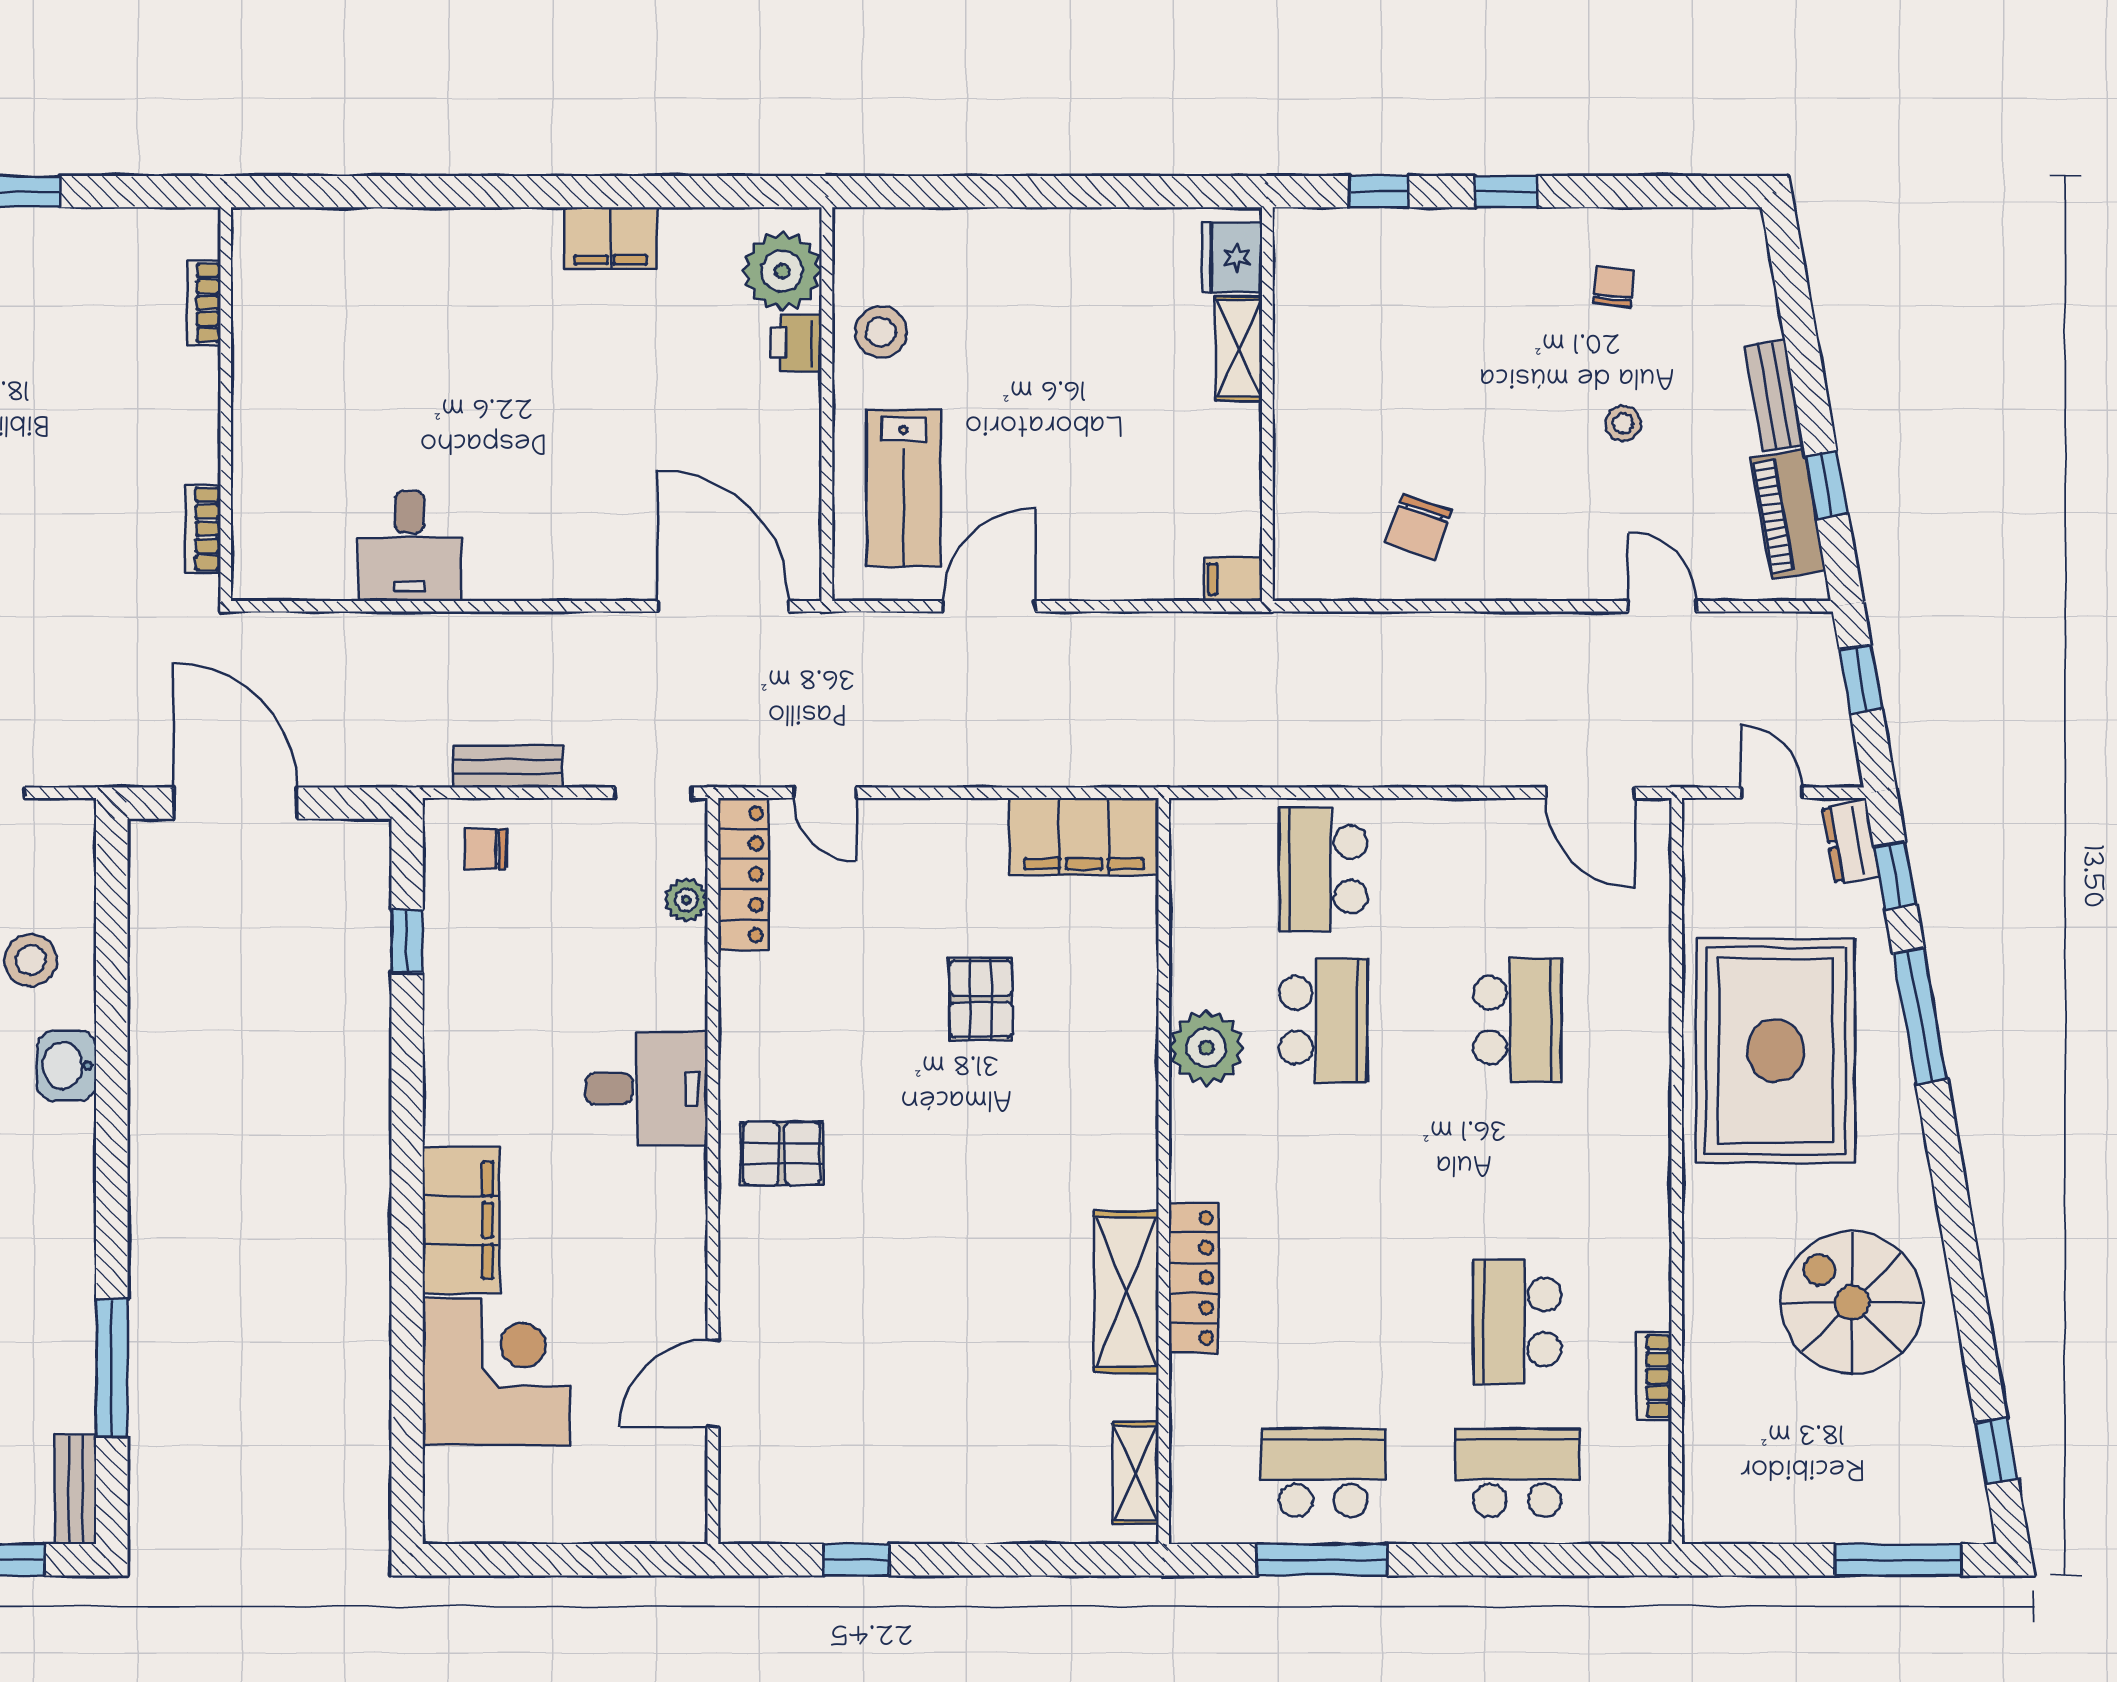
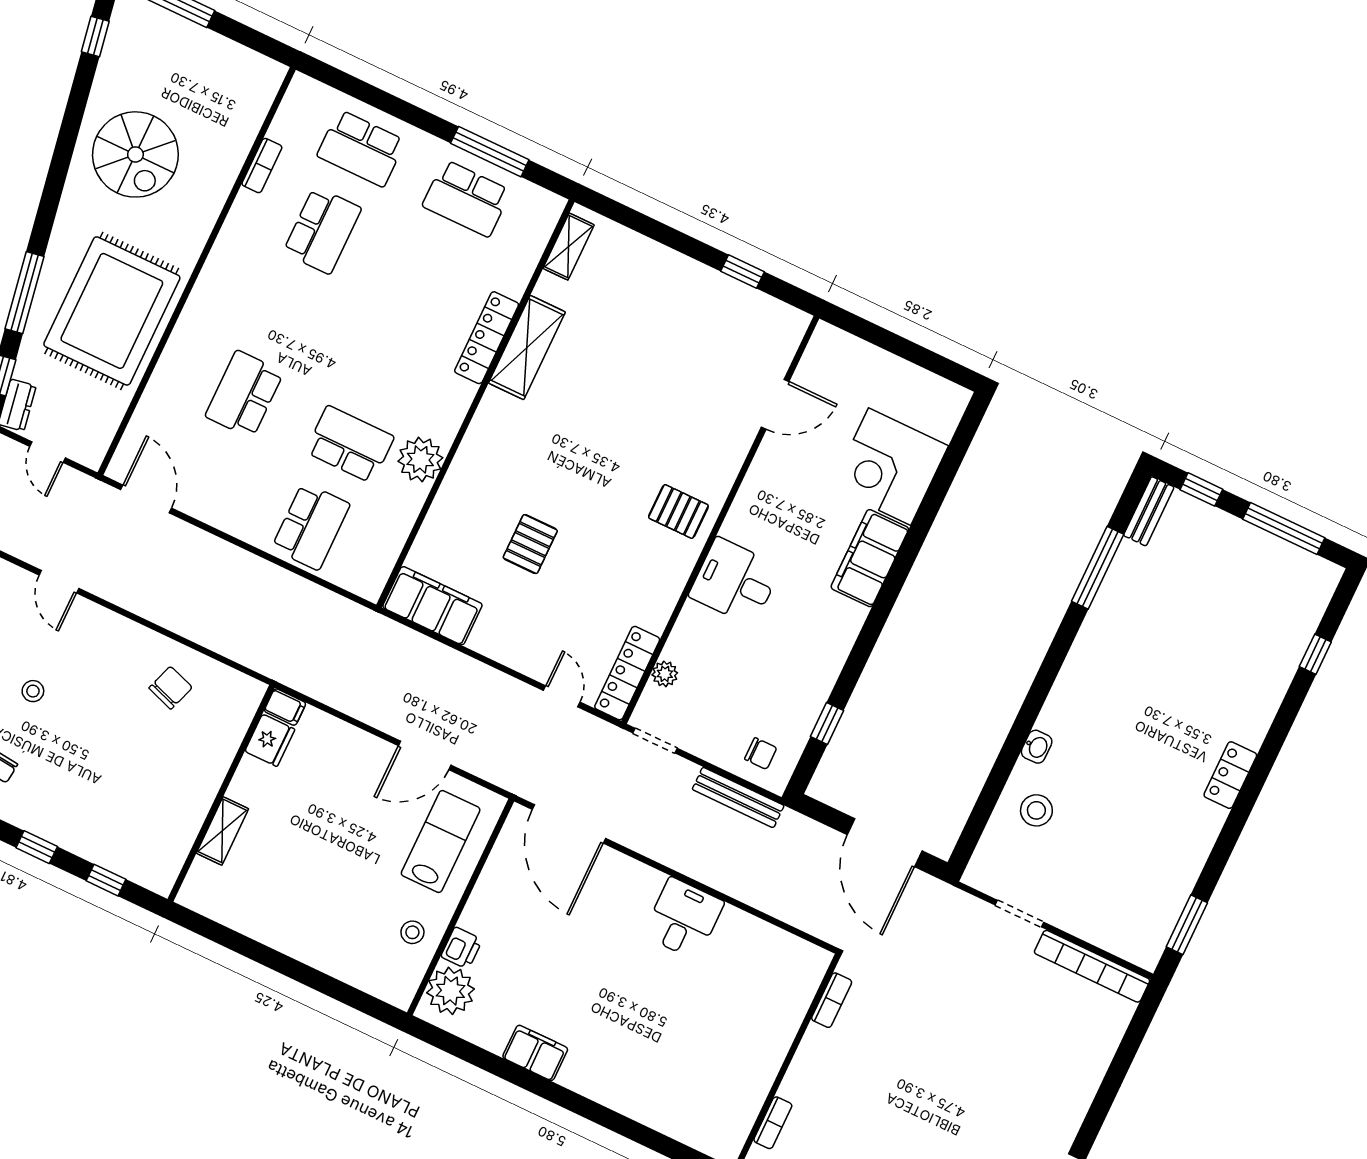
fridge: (1232, 257) -> (270, 740), moved
stool: (881, 332) -> (412, 932), width x0.73, depth x0.73
desk: (410, 546) -> (683, 918), moved
bench: (508, 767) -> (738, 797), width x1.36
school desk: (1323, 1020) -> (350, 444), turned 90
washbasin: (67, 1065) -> (1037, 747), width x0.72, depth x0.69

